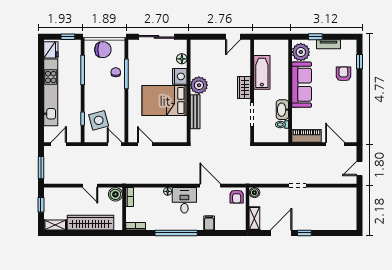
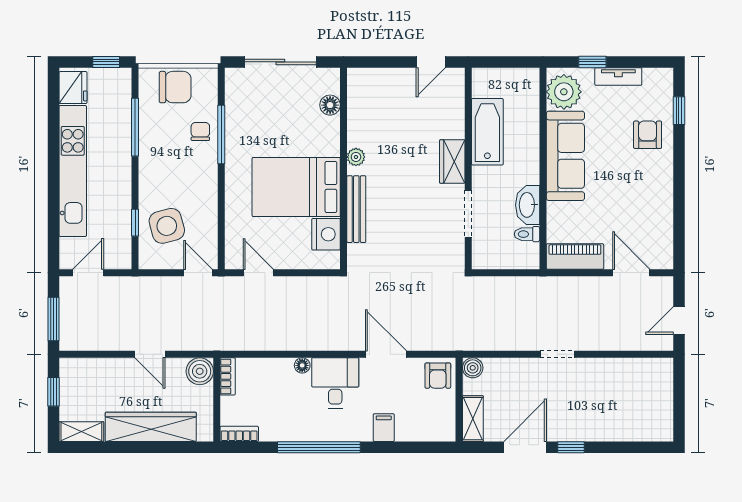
nightstand: (180, 76) -> (326, 234), moved
plant: (199, 85) -> (356, 157), width x0.53, depth x0.53

